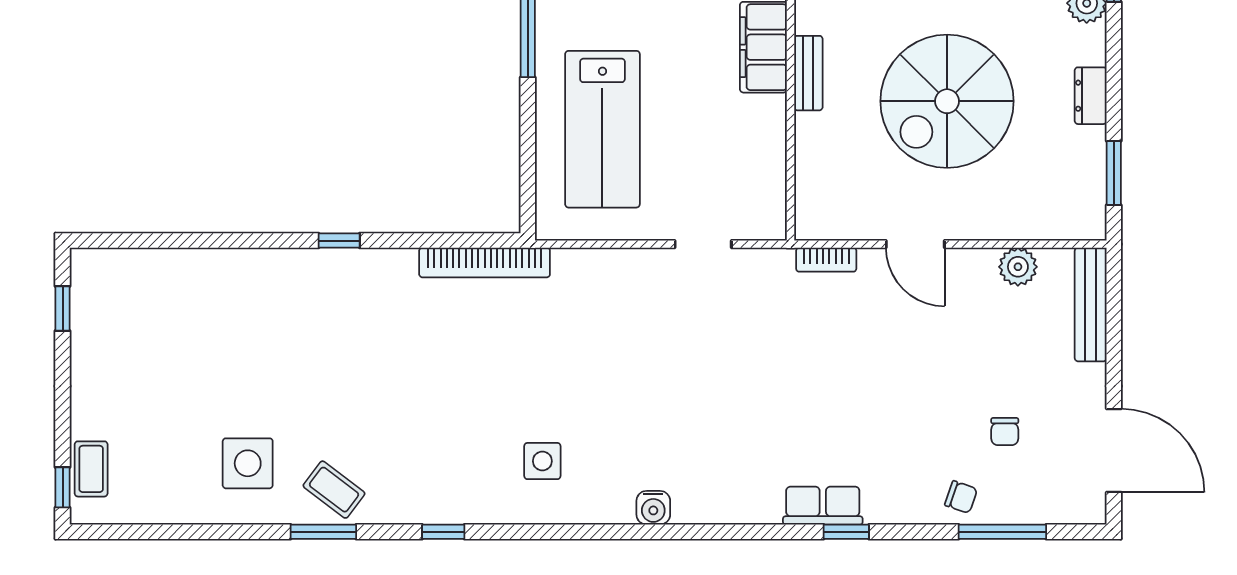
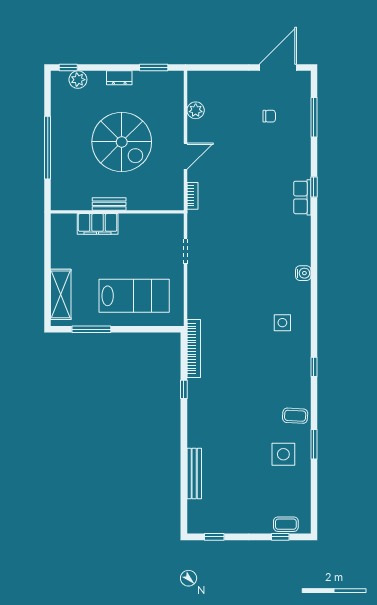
window: (339, 241) -> (184, 389), moved
bench: (1091, 304) -> (194, 474), moved, turned 90
window: (63, 487) -> (280, 537), moved
coffee table: (334, 490) -> (295, 416), turned 56
chair: (961, 497) -> (298, 136), removed
window: (323, 532) -> (314, 444), moved

